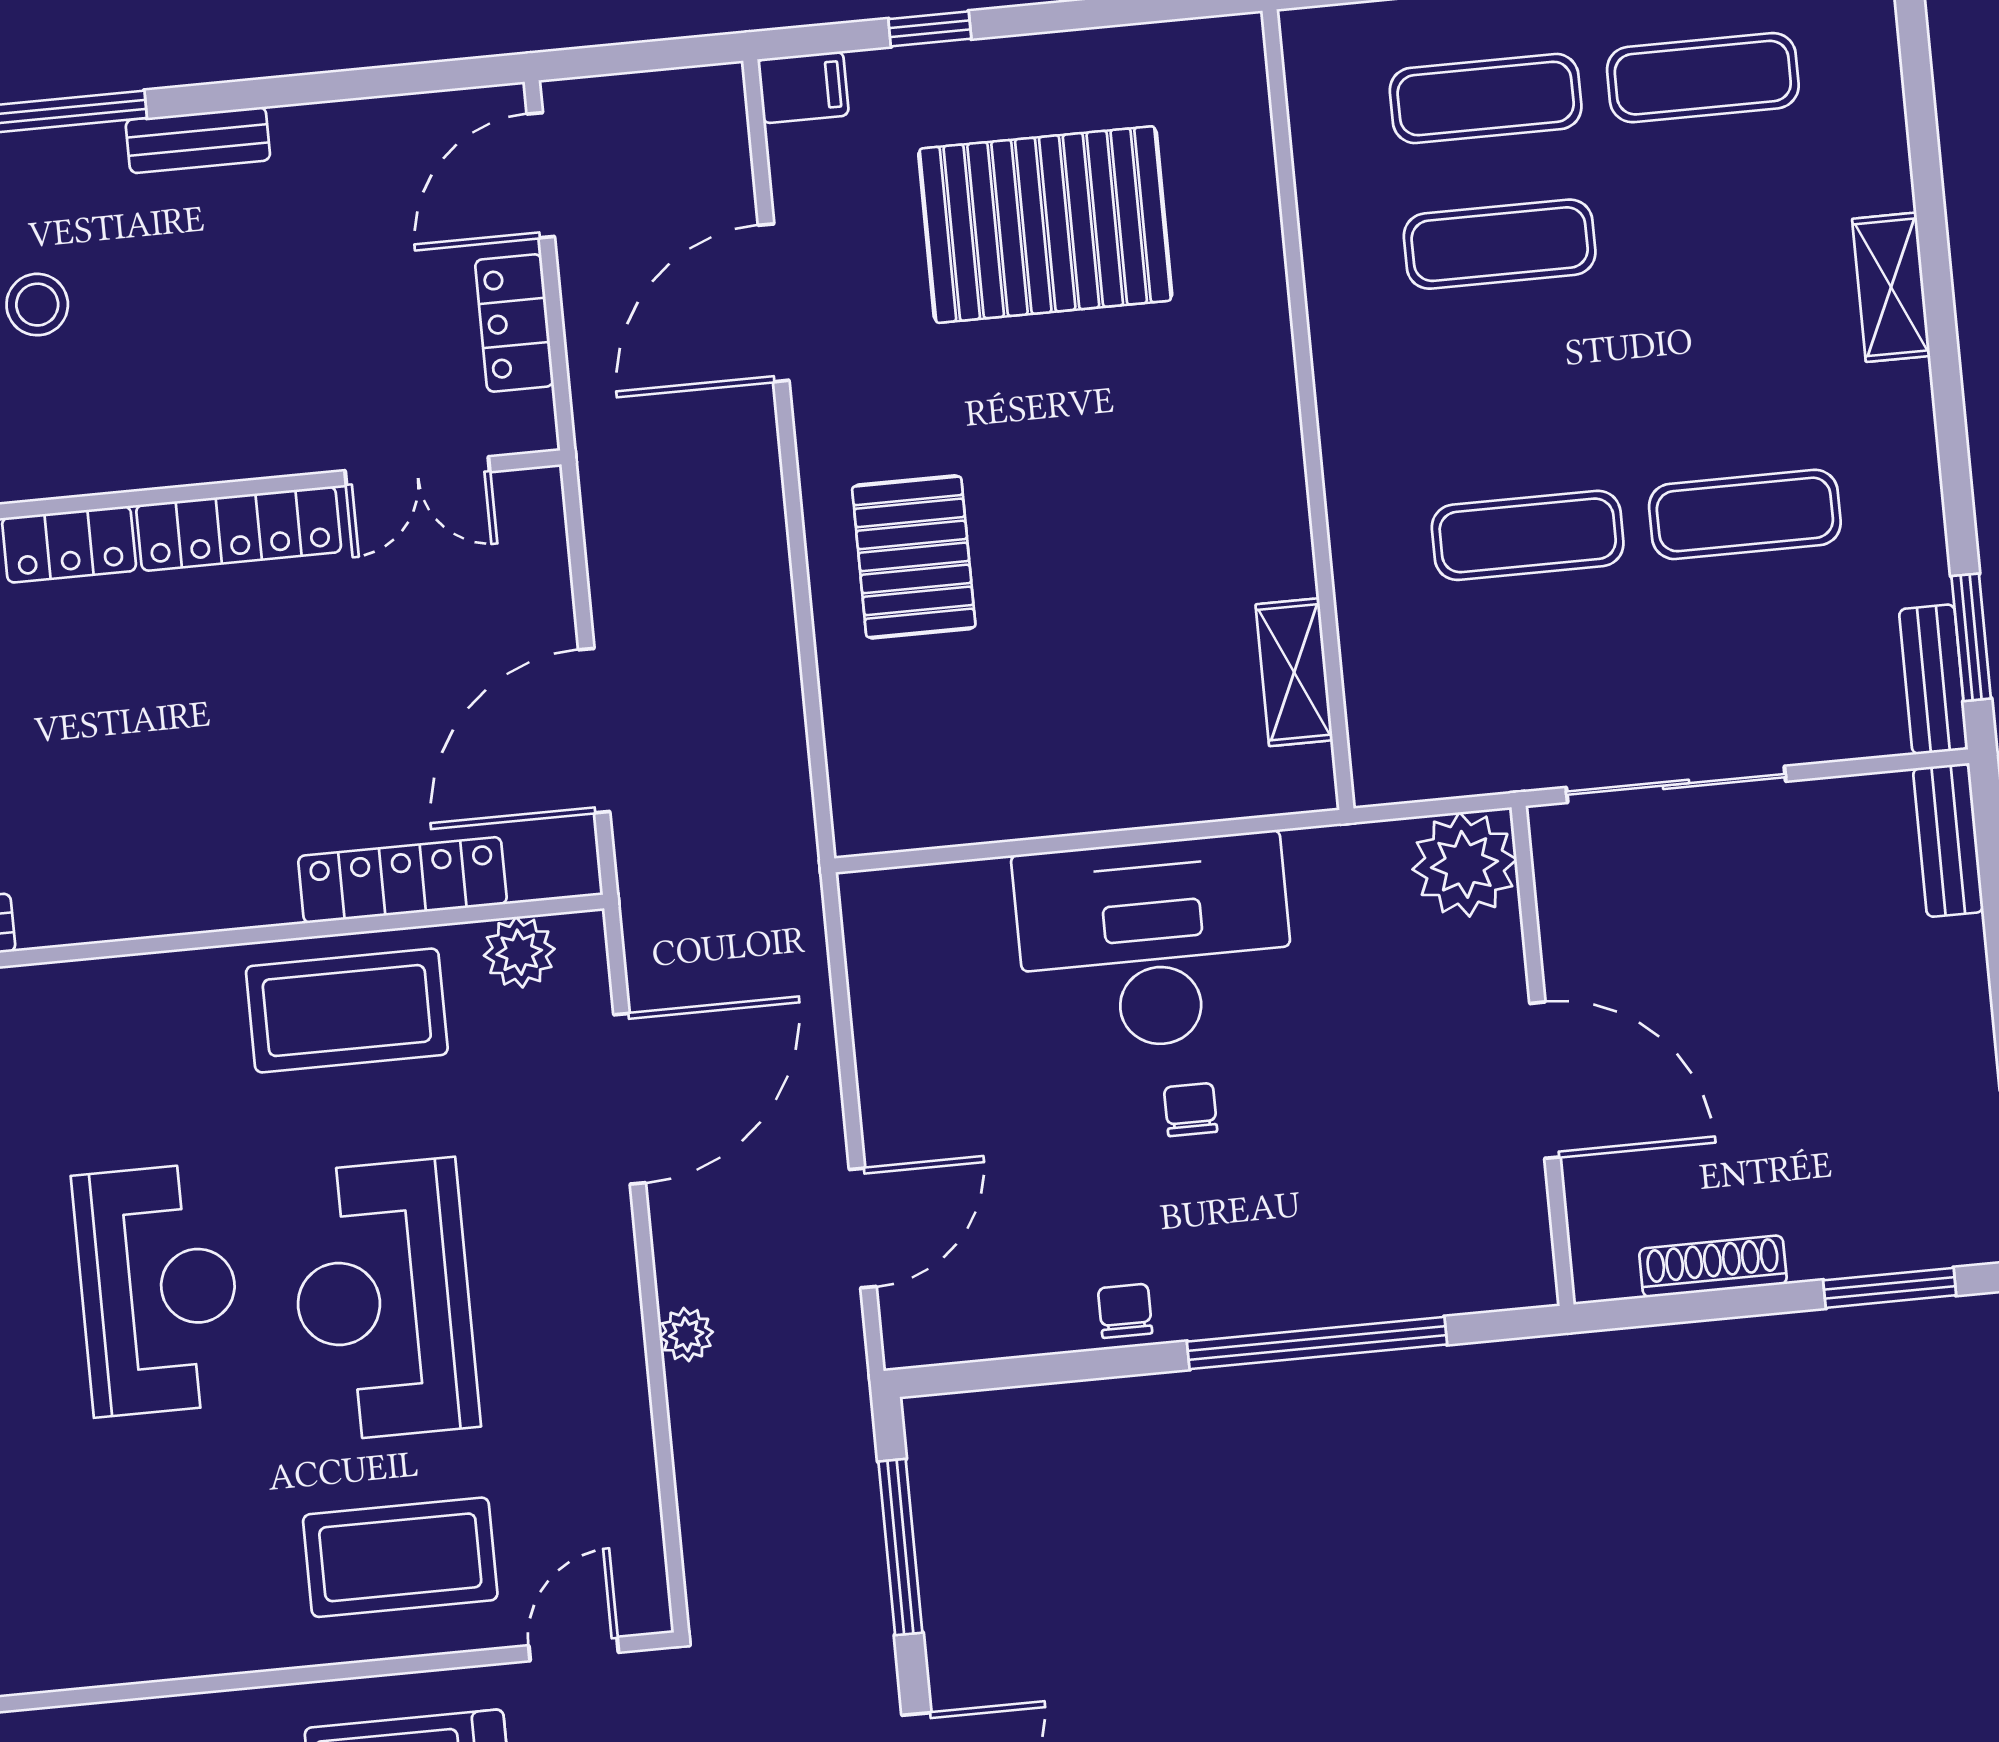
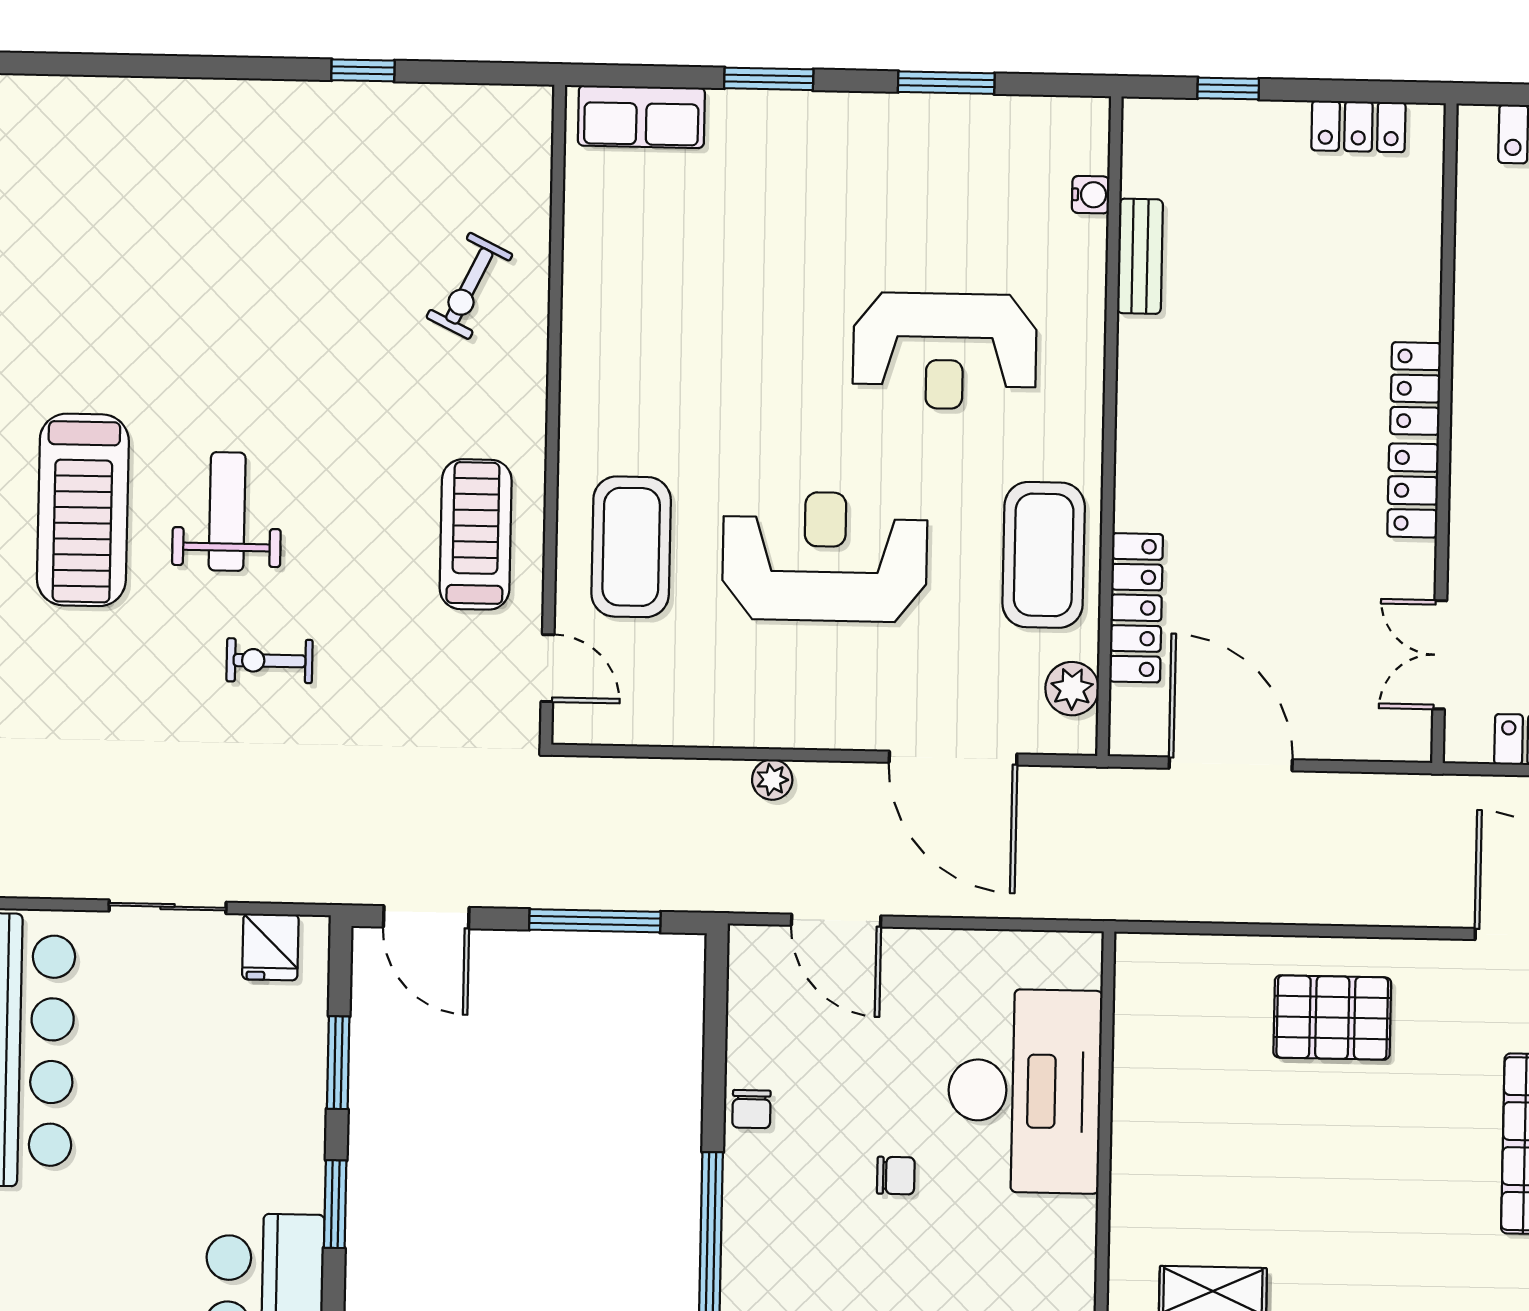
locker: (239, 529) -> (1413, 490), width x0.66
desk: (1155, 943) -> (1025, 1091), moved
reception desk: (158, 1290) -> (945, 351), moved
chair: (1125, 1311) -> (751, 1109), turned 90

